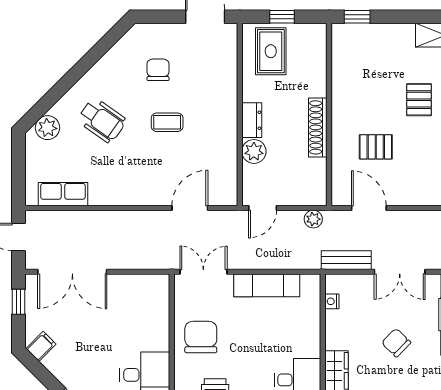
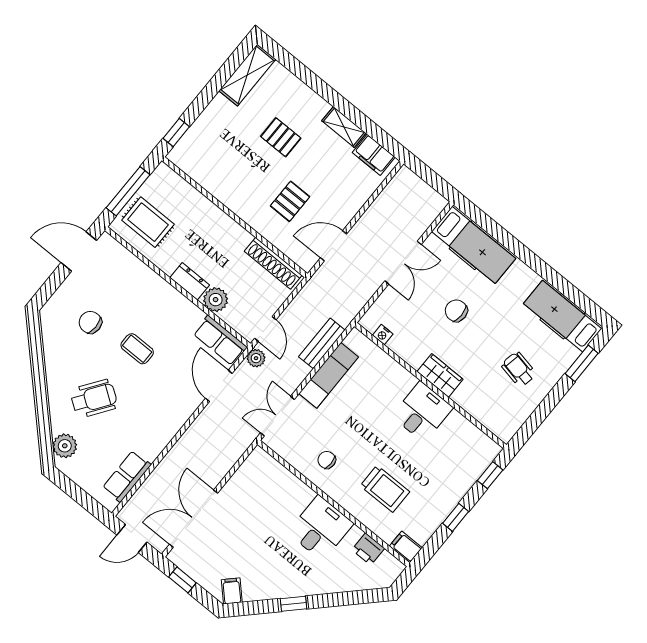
window: (282, 17) -> (128, 191), width x2.17
coffee table: (167, 122) -> (137, 349), turned 90
shoe rack: (318, 127) -> (273, 263), moved
row of seats: (225, 180) -> (220, 340), added
plant: (313, 219) -> (256, 358), moved
bench: (346, 260) -> (322, 343), moved
double door: (72, 272) -> (193, 519), swing flipped
chair: (201, 337) -> (327, 460), width x0.54, depth x0.54
chair: (396, 343) -> (456, 311), turned 46

